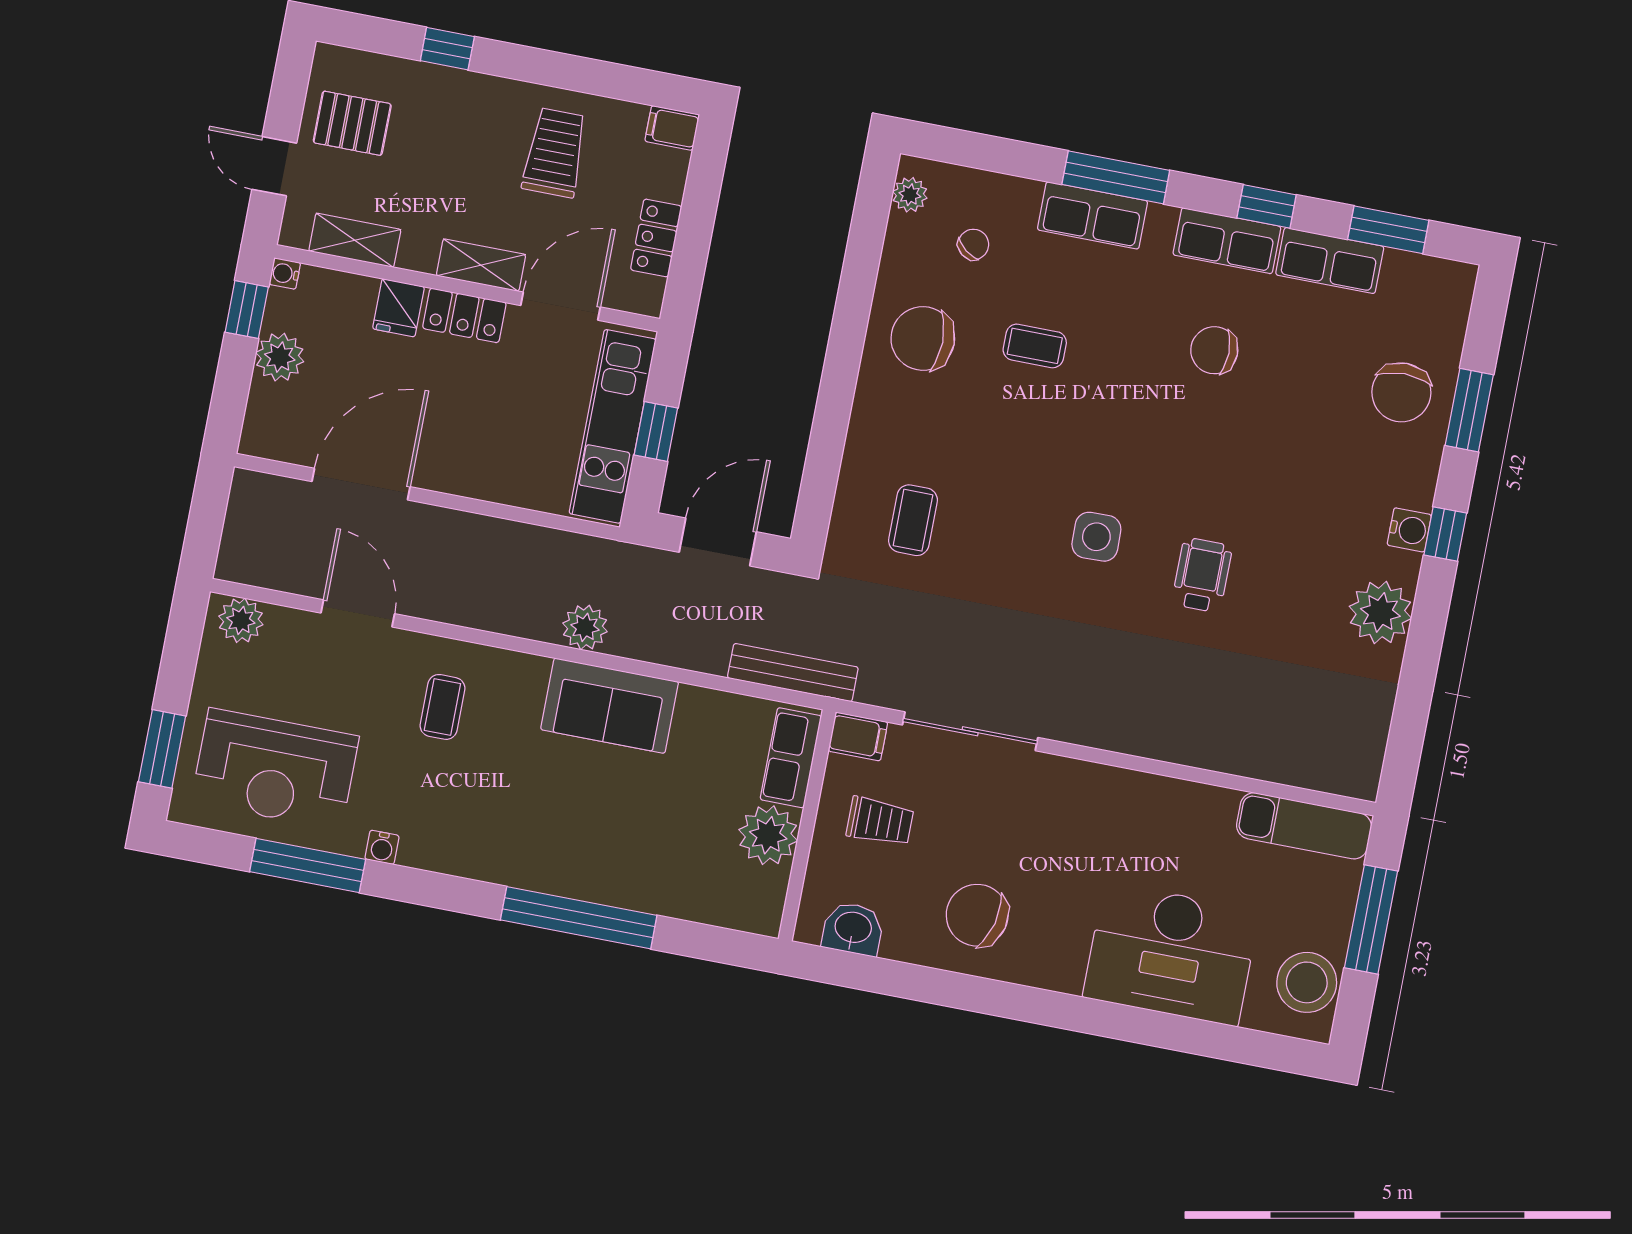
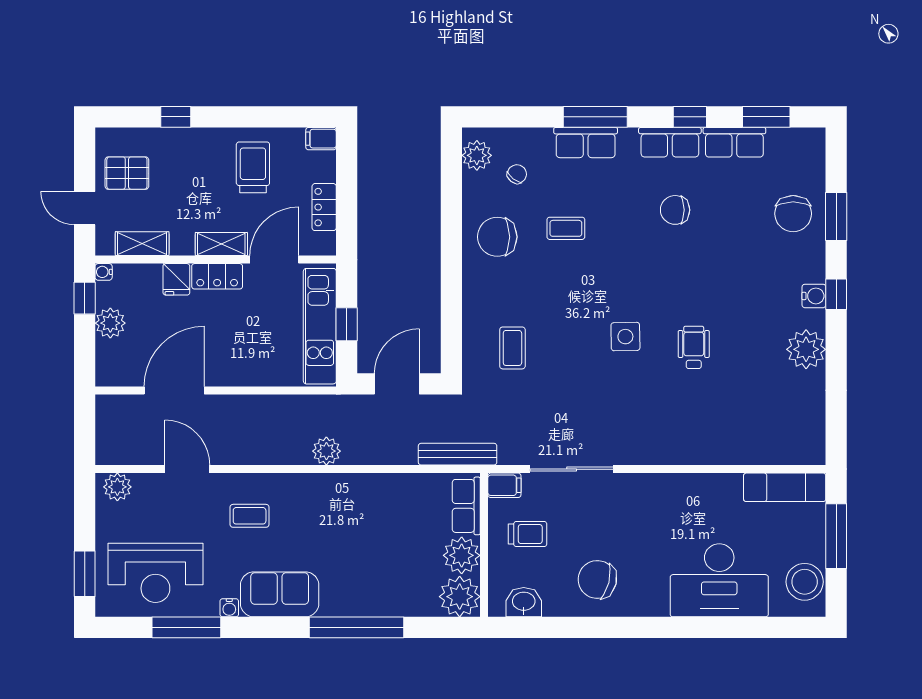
plant: (910, 195) -> (477, 155), width x1.38, depth x1.38
sofa: (610, 706) -> (280, 594), moved, turned 180
coffee table: (442, 707) -> (250, 516), turned 90
plant: (753, 900) -> (460, 597), added

